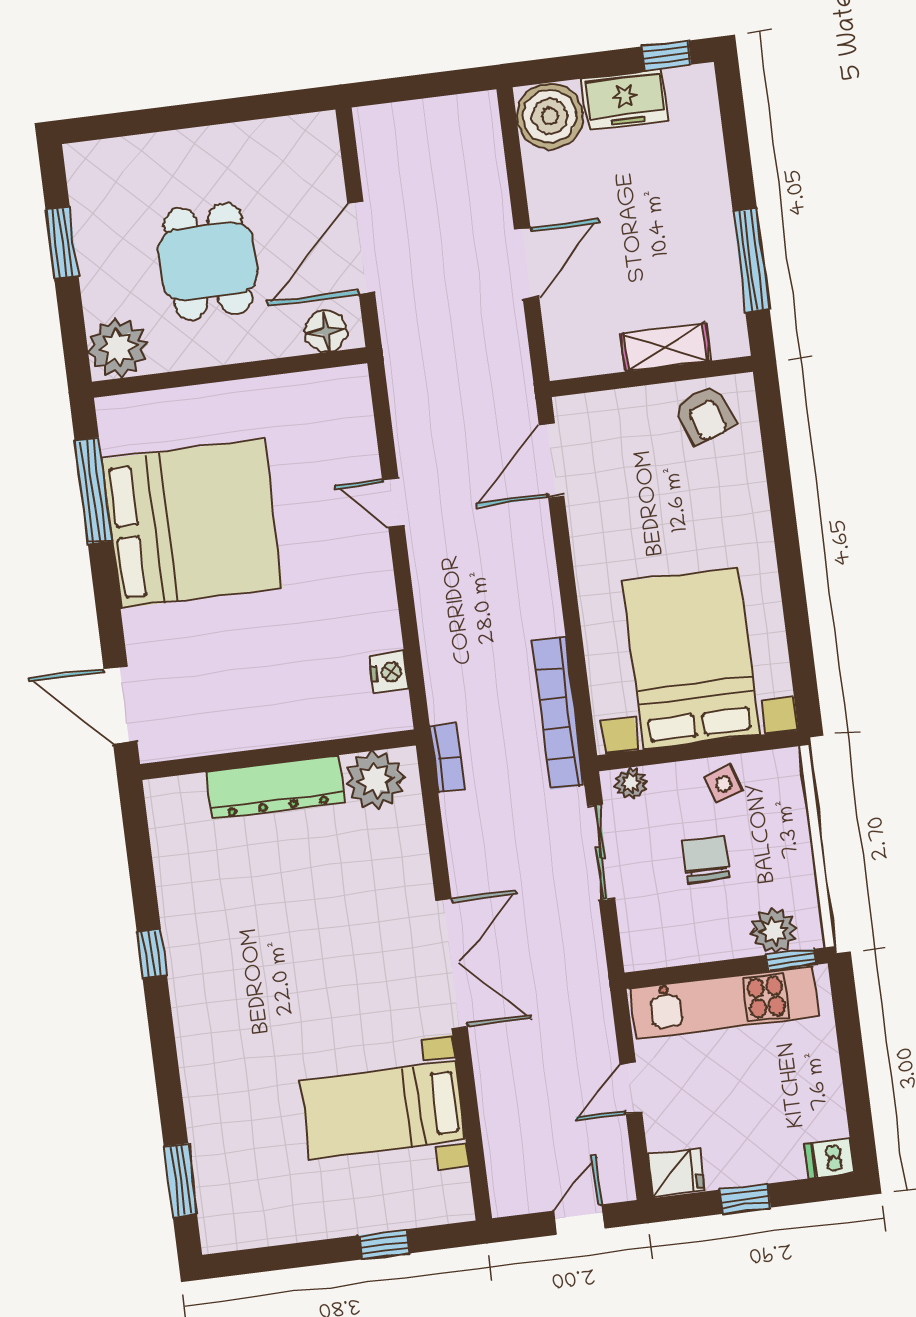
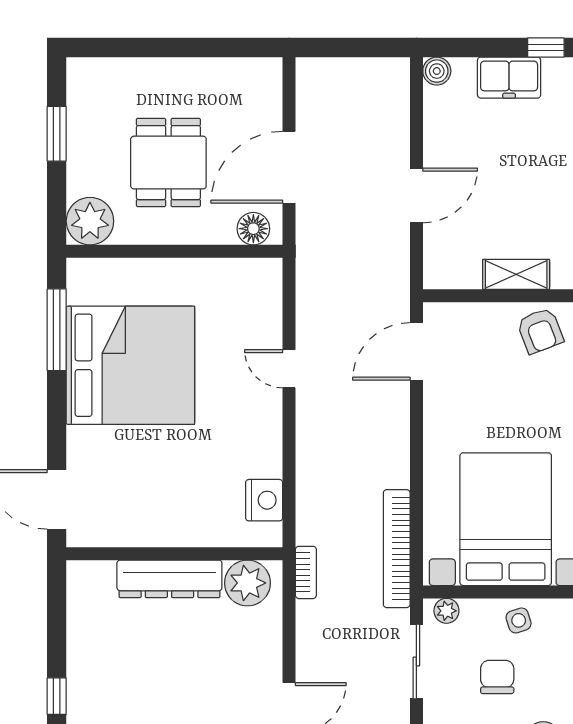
boiler: (550, 116) -> (437, 71), width x0.54, depth x0.54
nightstand: (389, 672) -> (264, 500), width x1.36, depth x1.33

